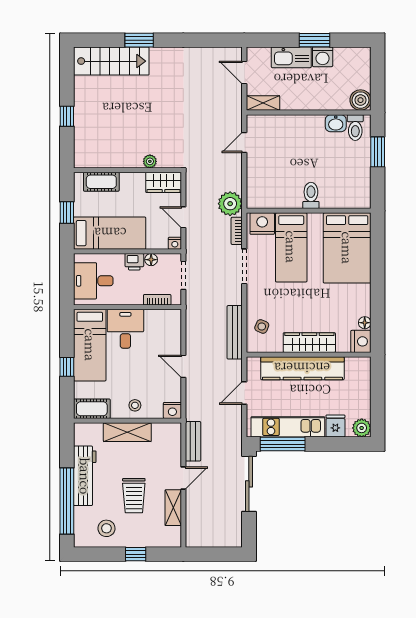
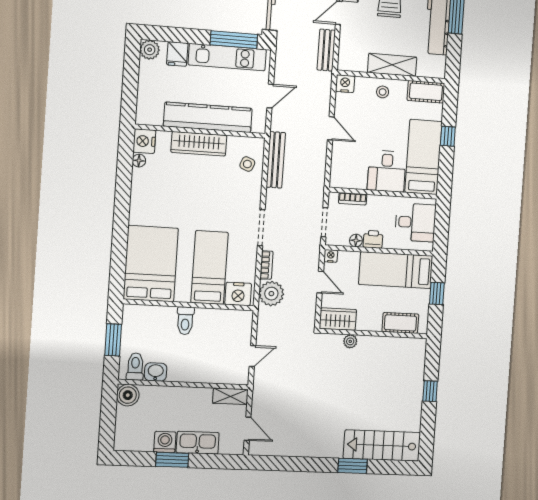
toilet: (311, 195) -> (185, 321), moved
wall: (309, 211) -> (189, 305), moved
nightstand: (262, 224) -> (238, 294), moved
bed: (291, 247) -> (210, 267), moved
bed: (347, 248) -> (151, 264), moved

